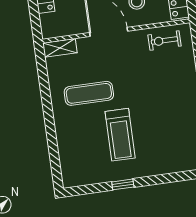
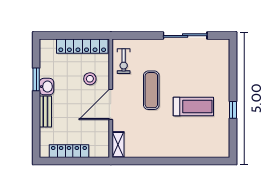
exercise mat: (89, 93) -> (151, 90), moved

